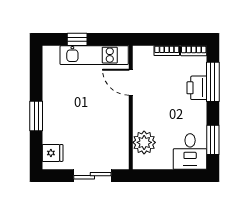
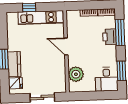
door: (131, 82) -> (66, 46), moved
kitchen counter: (52, 124) -> (14, 64), added

